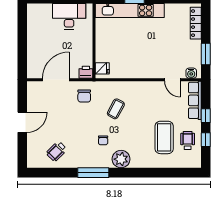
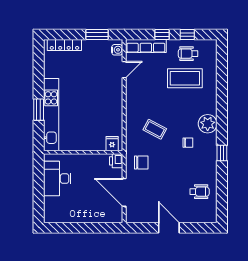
wheelchair: (57, 151) -> (199, 192), turned -45
window: (93, 173) -> (222, 153), width x0.46

